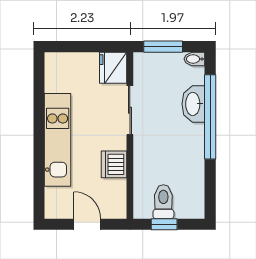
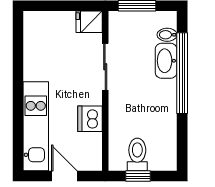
bidet: (194, 59) -> (167, 35), moved
fridge: (113, 68) -> (89, 22), width x0.72
kitchen unit: (58, 140) -> (36, 126), moved

